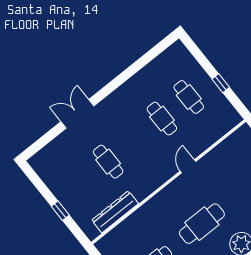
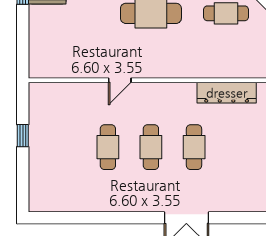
cafe table: (189, 97) -> (151, 147), moved

